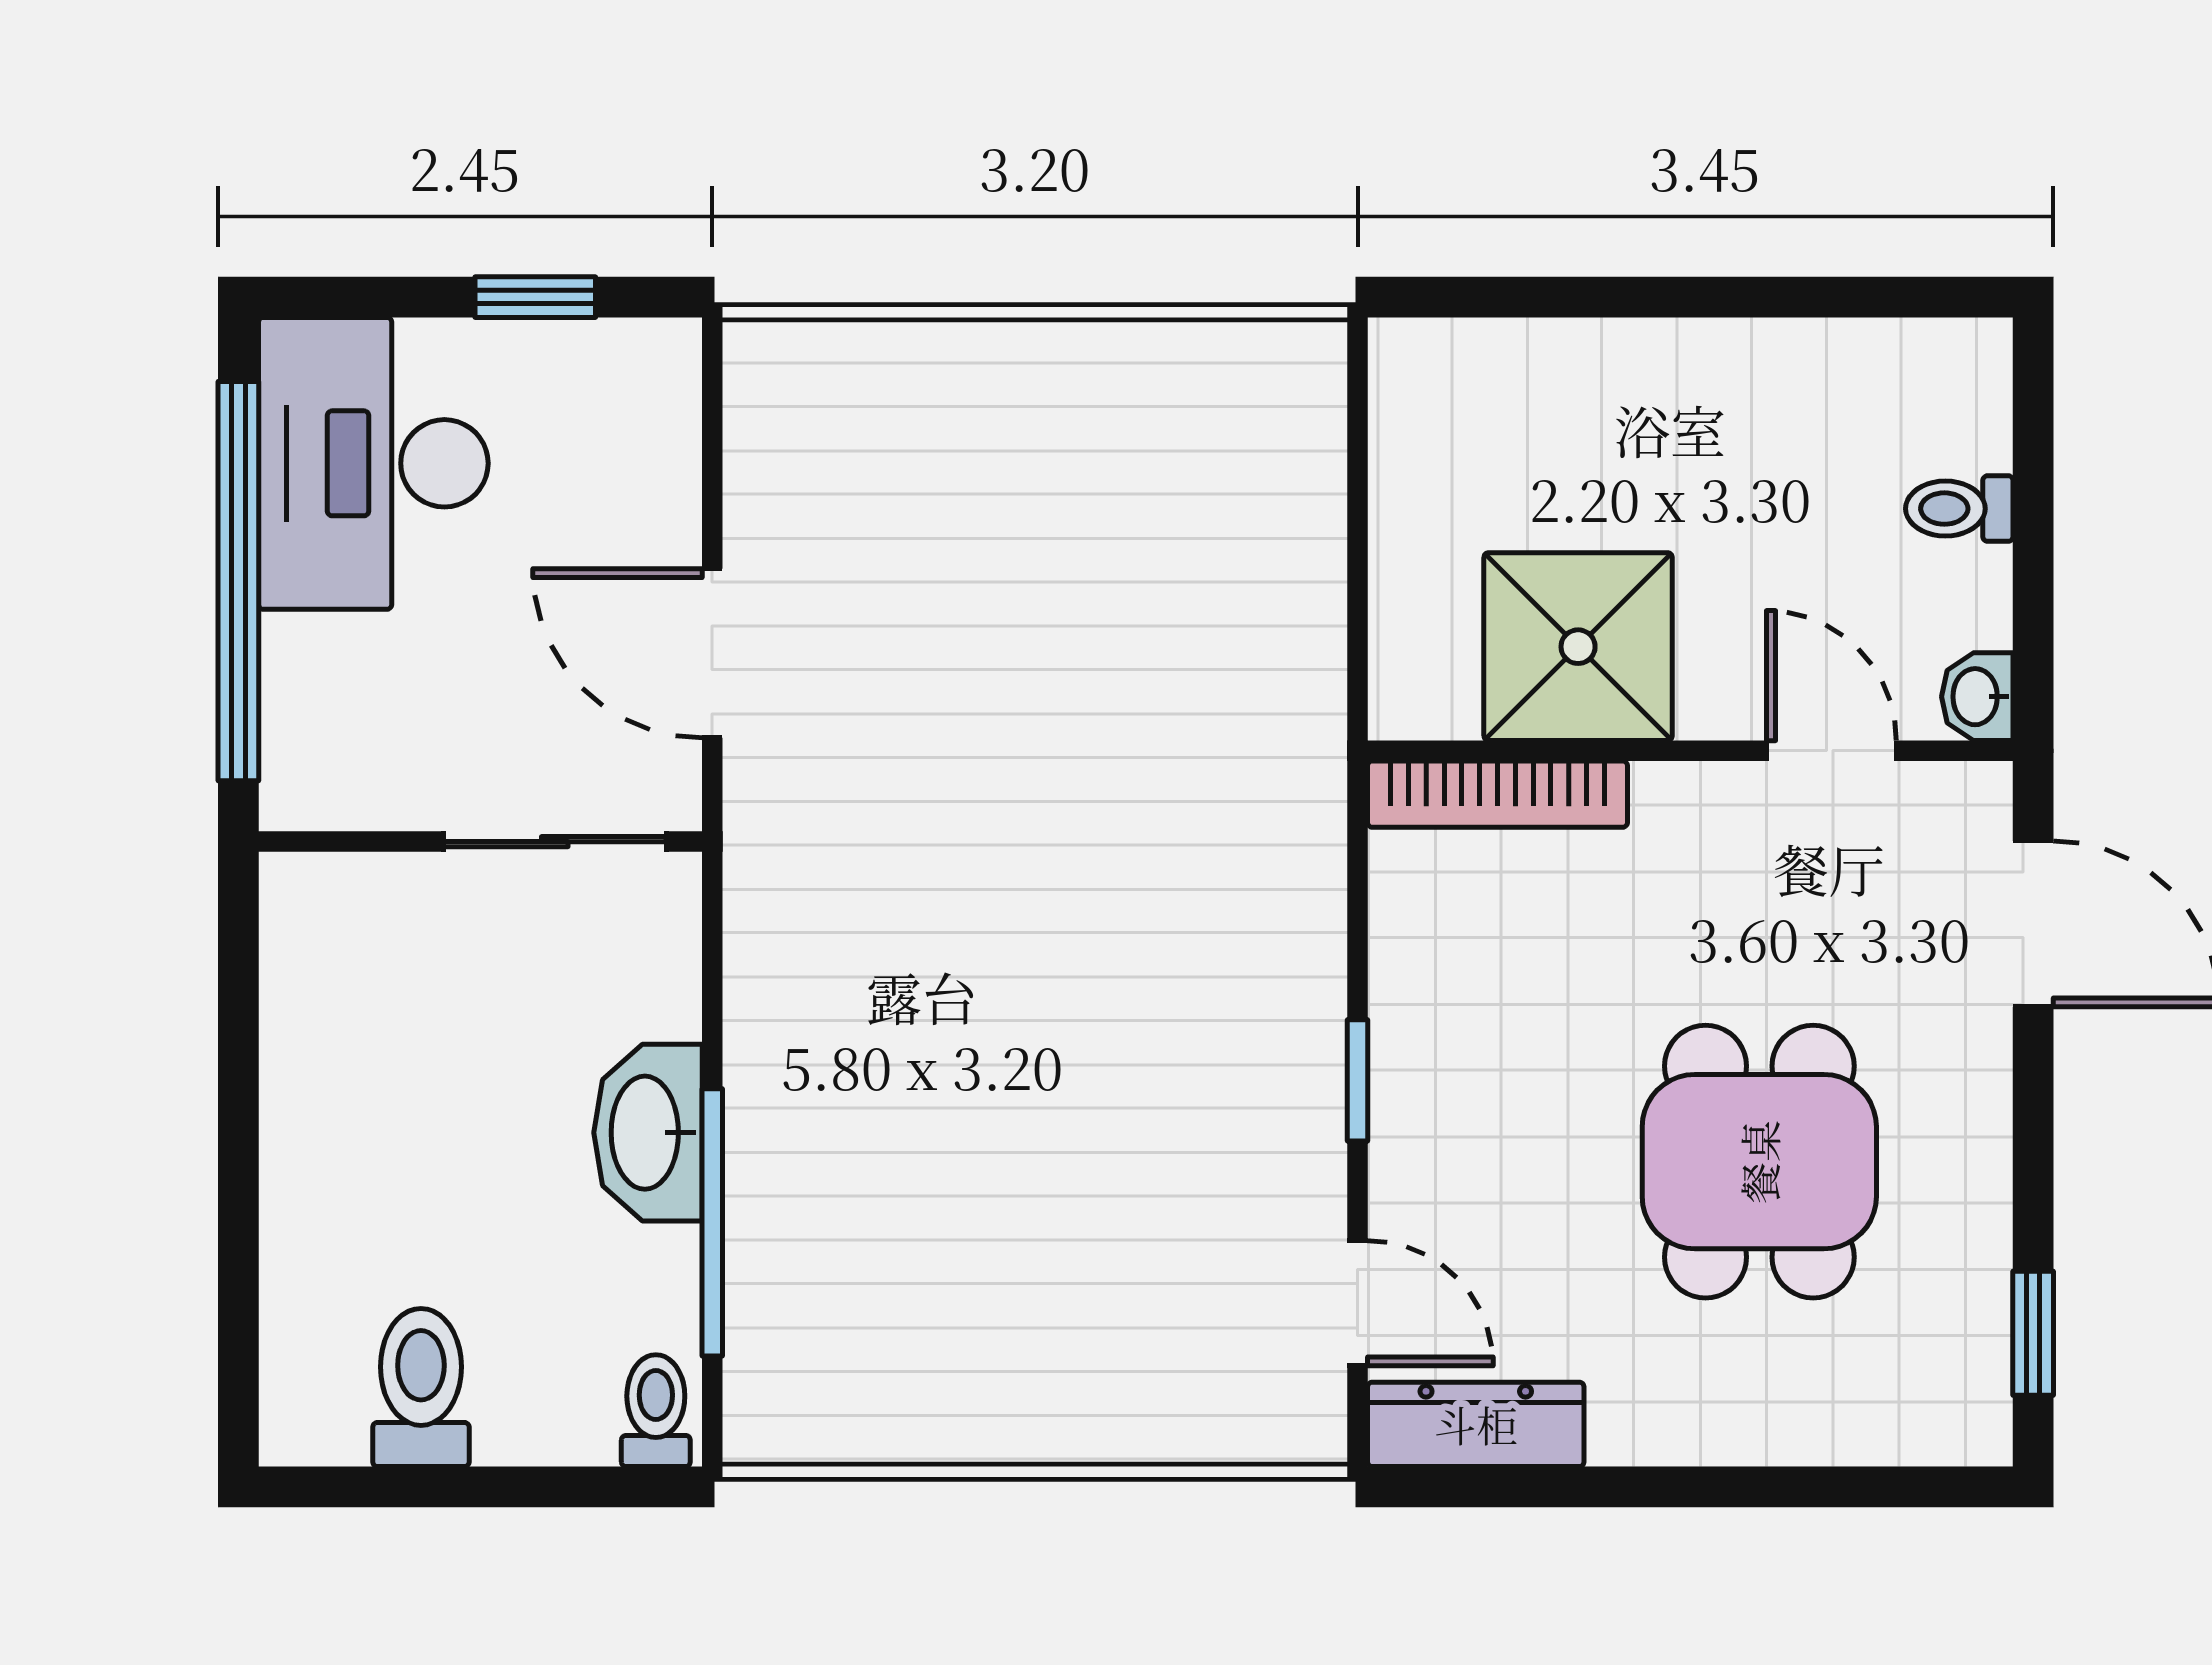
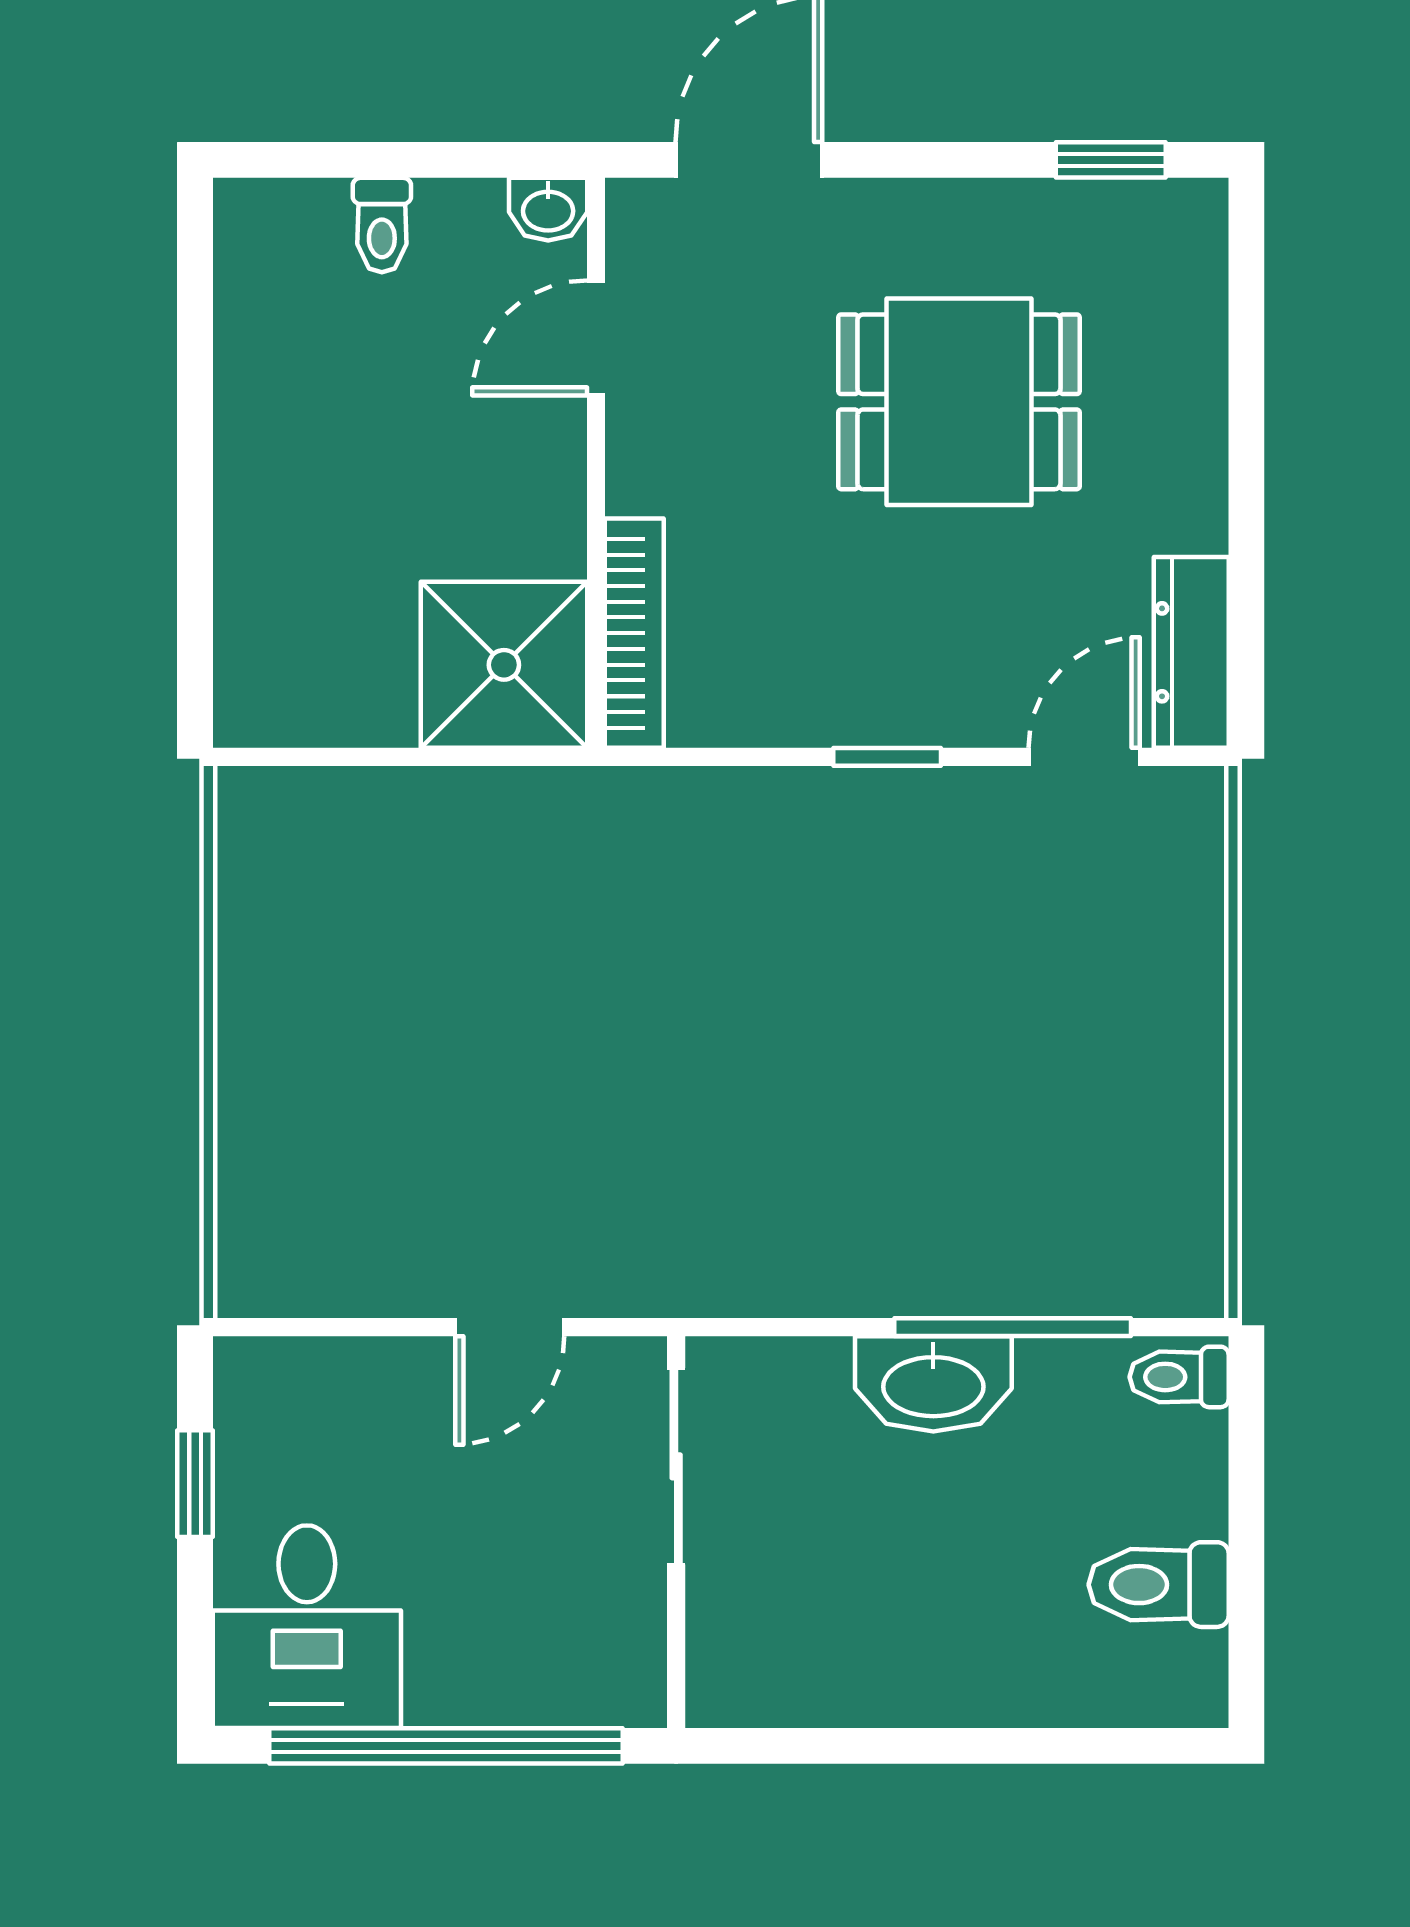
desk: (373, 463) -> (307, 1627), width x0.73
shower: (1578, 647) -> (504, 665), moved
door: (712, 653) -> (510, 1327), width x0.73

